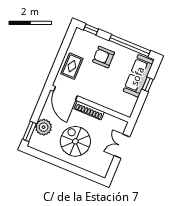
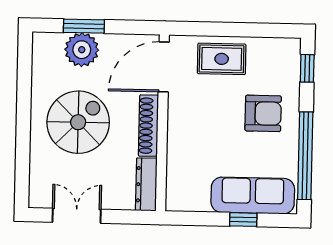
armchair: (104, 57) -> (263, 113), turned 90
dresser: (115, 122) -> (146, 184), added
window: (29, 131) -> (84, 26), moved
double door: (122, 146) -> (77, 216), moved

